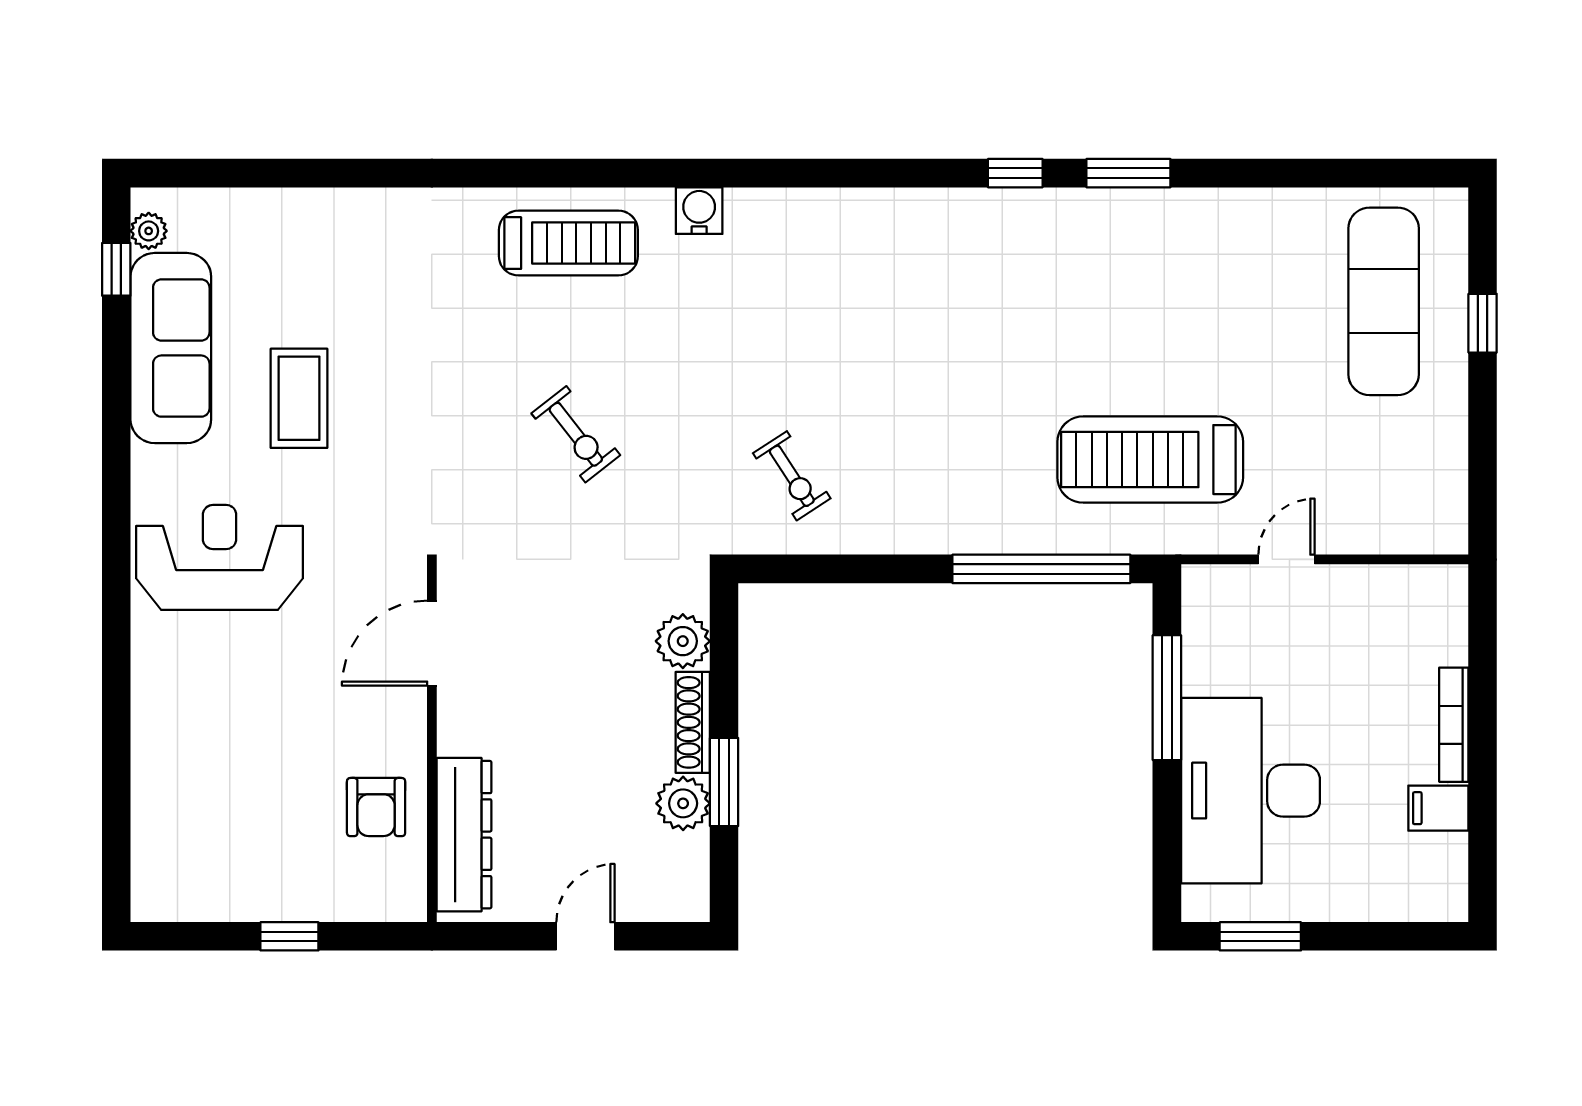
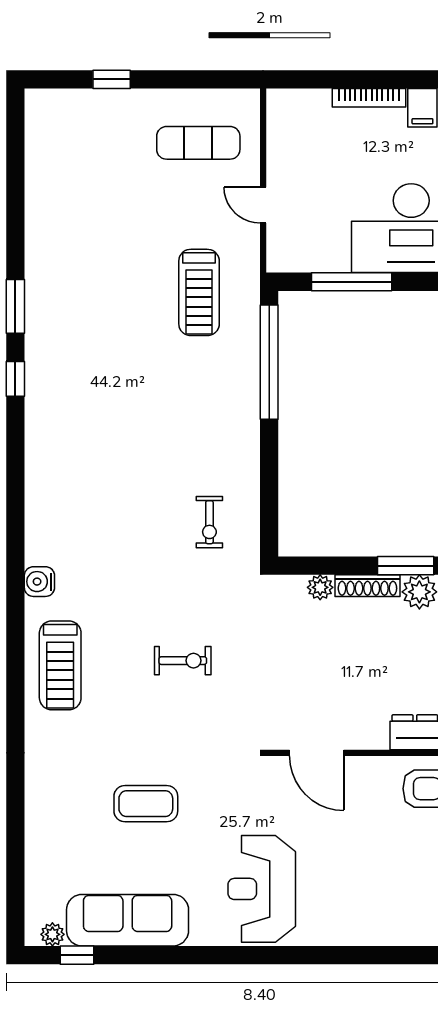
treadmill: (568, 243) -> (60, 665), turned 180
exercise mat: (1384, 301) -> (198, 143), moved, width x0.73, depth x0.69
coffee table: (299, 398) -> (146, 804), moved
exercise bike: (576, 434) -> (183, 661), turned 38
treadmill: (1150, 460) -> (199, 292), width x0.73, depth x0.73
exercise bike: (792, 476) -> (209, 522), turned 123
plant: (683, 641) -> (320, 587), width x0.73, depth x0.73

